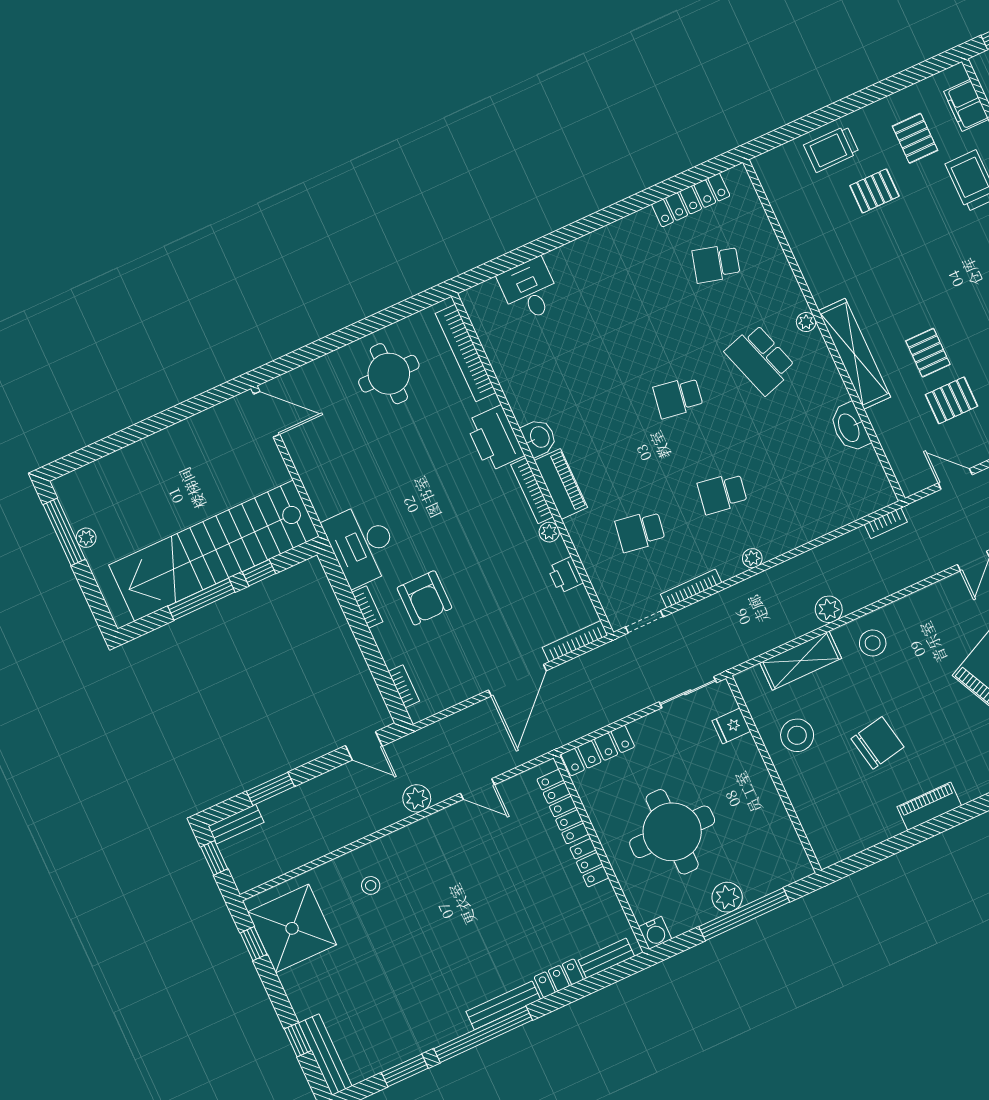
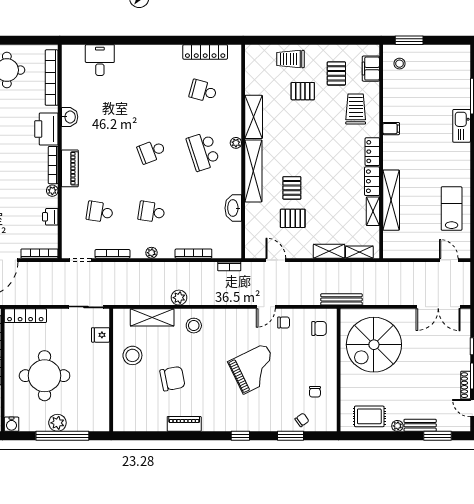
shelving: (815, 268) -> (254, 117), added
school desk: (678, 397) -> (151, 151), turned -30
washbasin: (539, 437) -> (70, 117), moved
bookcase: (820, 529) -> (193, 254), added

